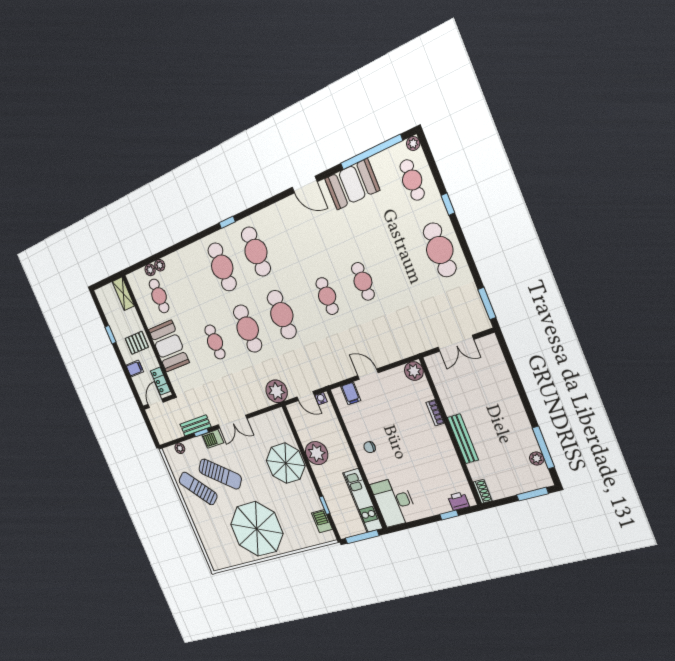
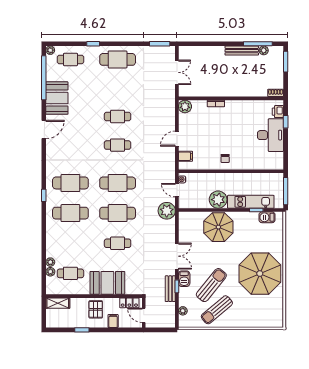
door: (306, 396) -> (177, 190), swing flipped
bench: (463, 439) -> (242, 51), moved
kitchen unit: (363, 501) -> (251, 202), moved, turned 180
desk: (394, 502) -> (271, 135), moved, turned -90

